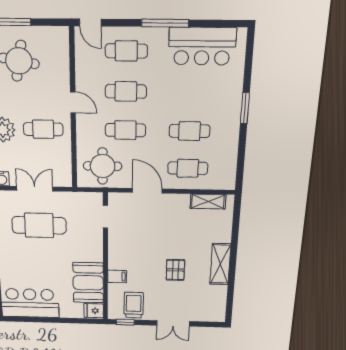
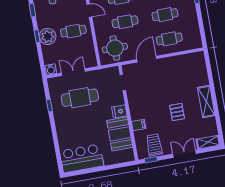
door: (147, 191) -> (147, 59), hinge flipped
shelving: (208, 201) -> (208, 142), moved
fridge: (94, 311) -> (119, 111), moved
double door: (173, 323) -> (184, 154), swing flipped

